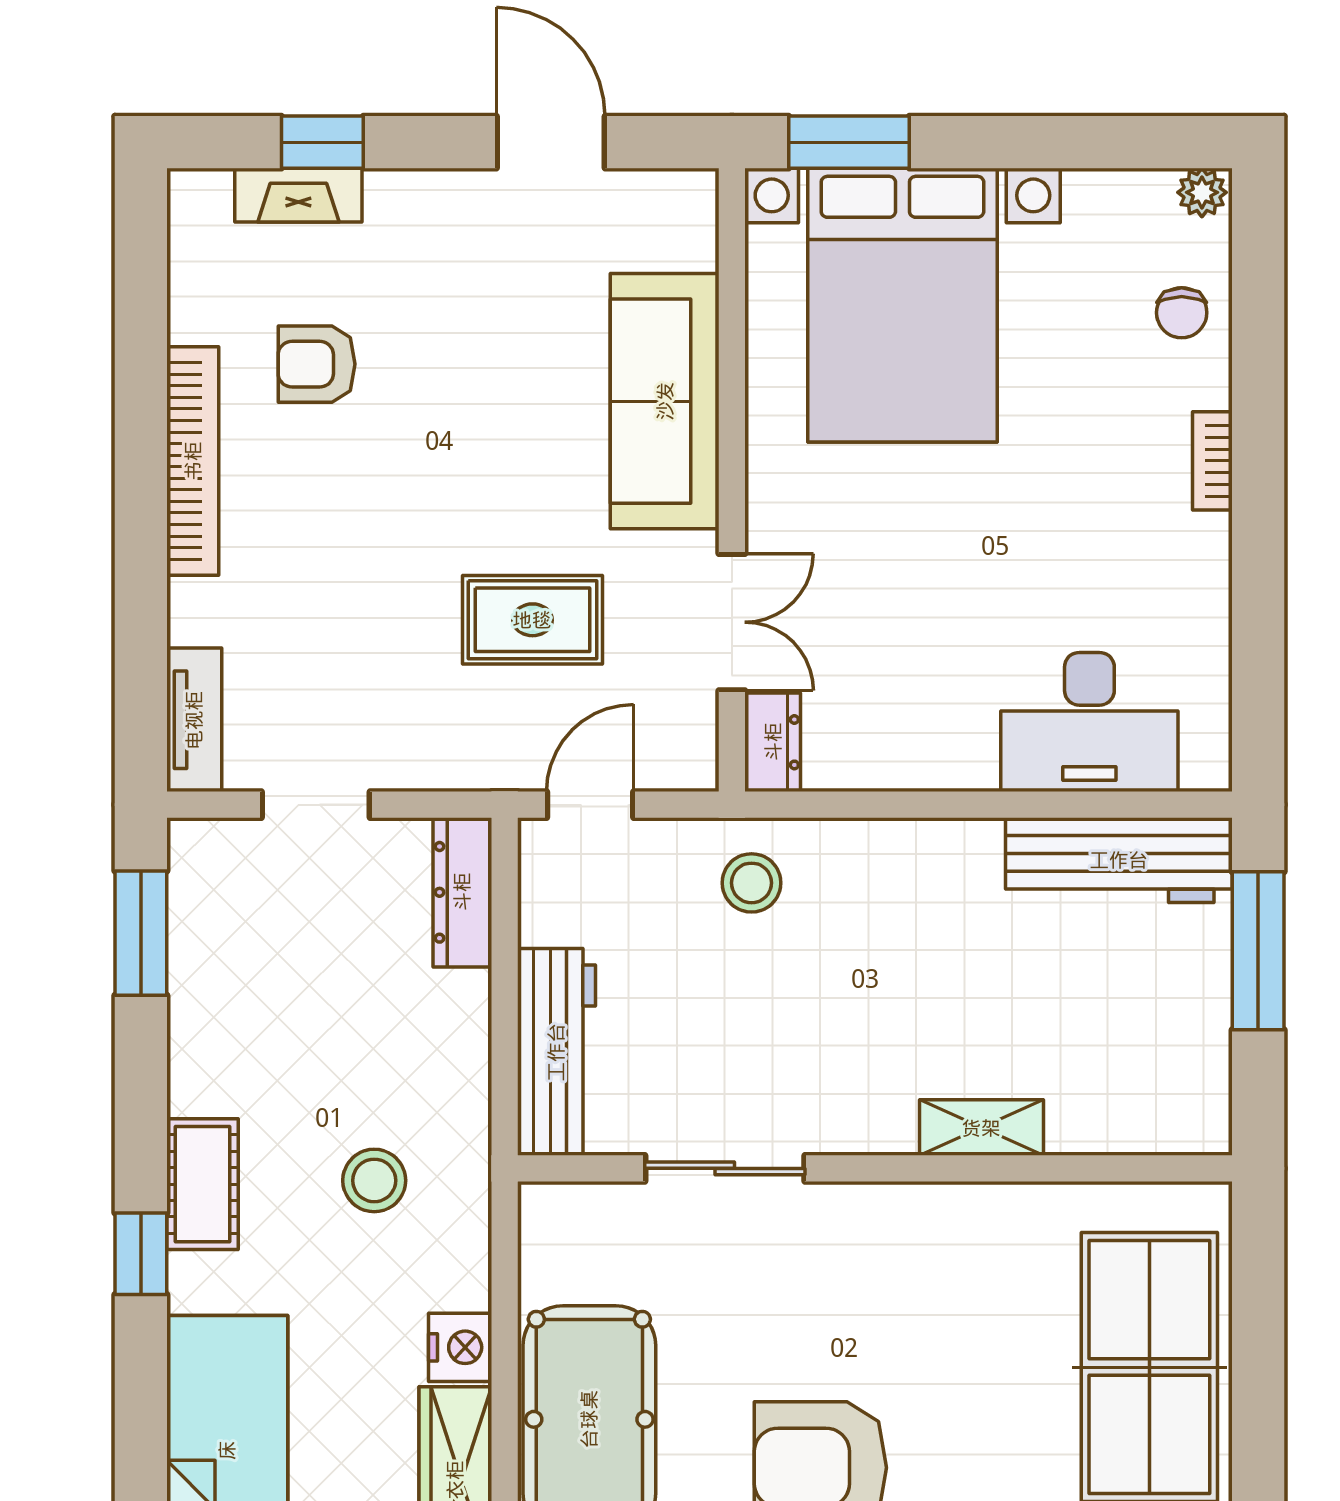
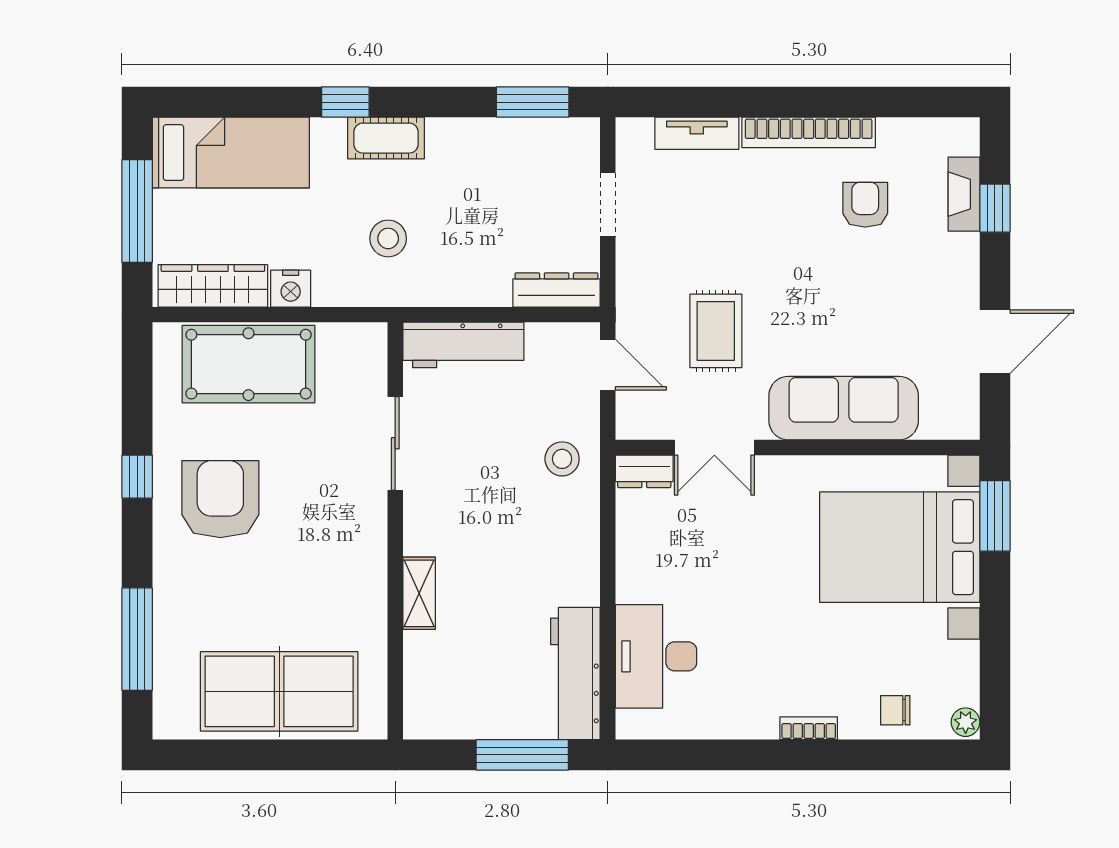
tv unit: (194, 720) -> (697, 133), moved

